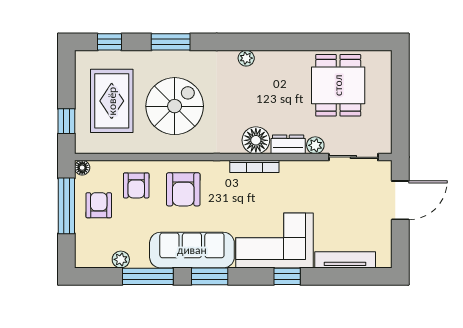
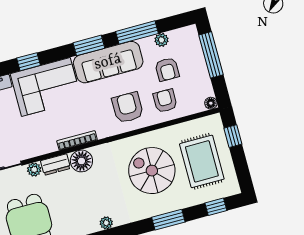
spiral stairs: (175, 106) -> (152, 171), turned 90
armchair: (99, 205) -> (167, 69), moved
window: (66, 206) -> (211, 55), moved

